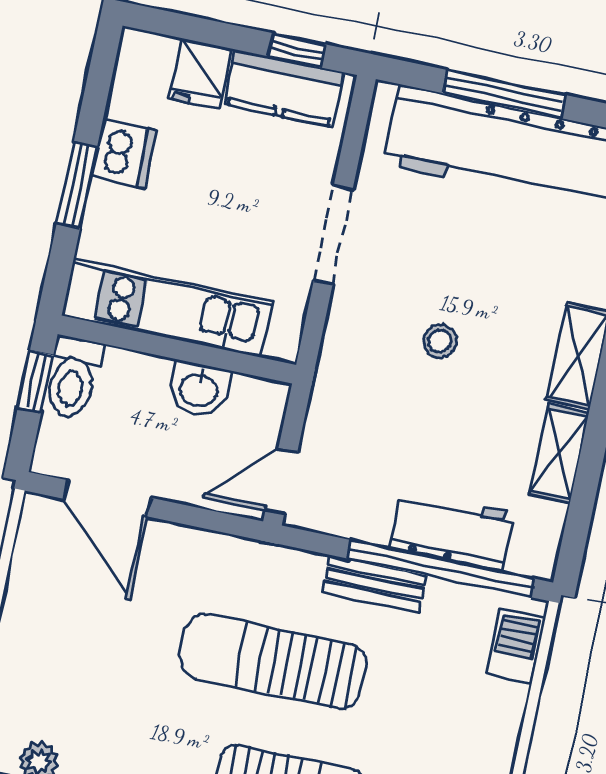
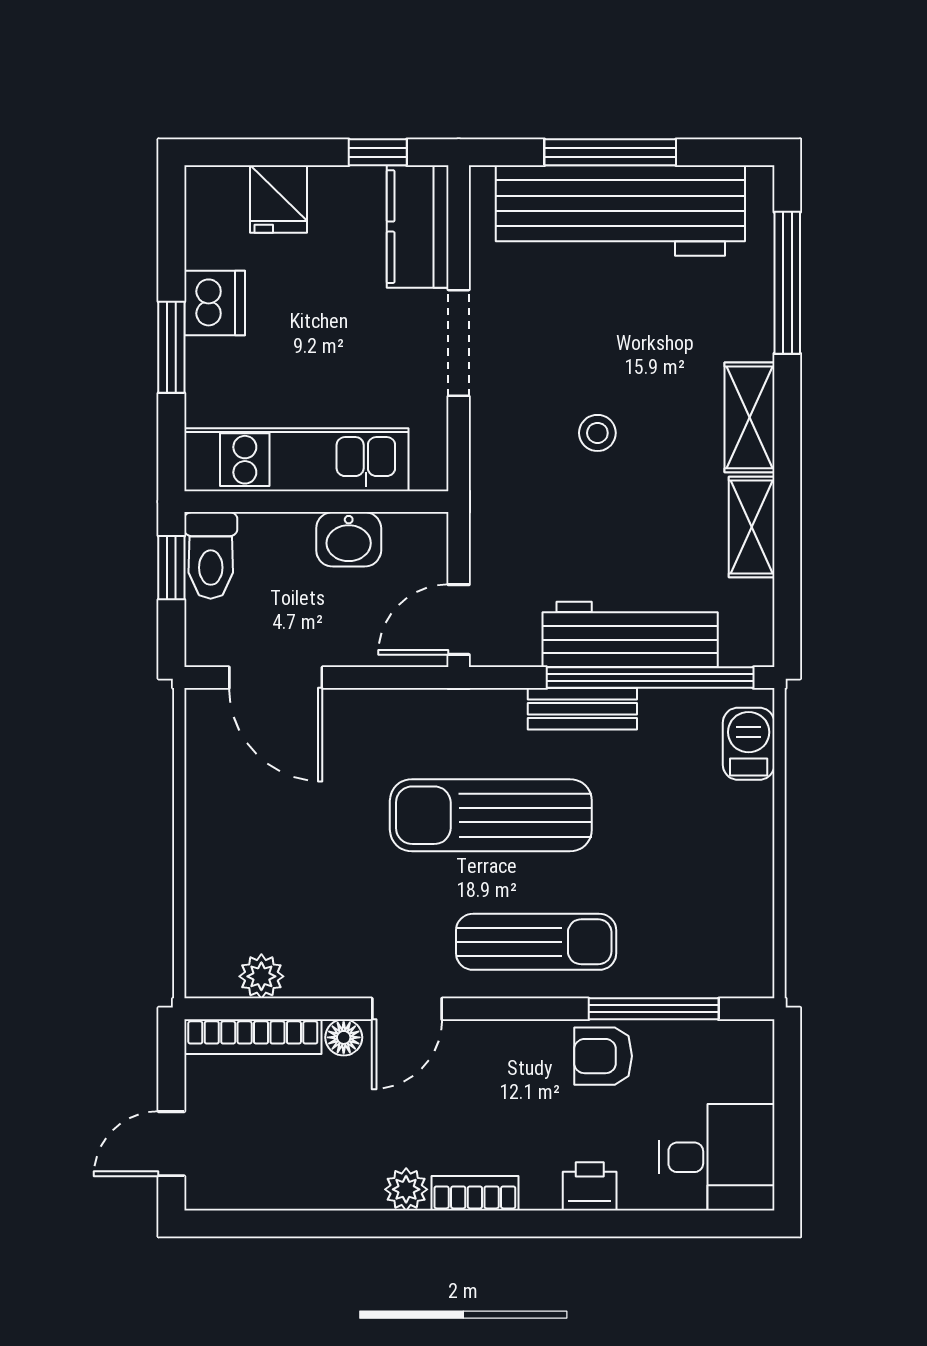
kitchen counter: (284, 88) -> (418, 227), moved, turned 90
workbench: (452, 531) -> (630, 634), width x1.37

